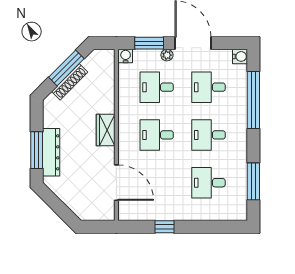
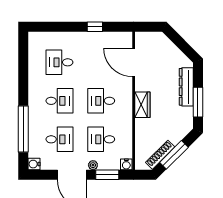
shoe rack: (70, 82) -> (160, 155), moved
desk: (157, 87) -> (101, 139), turned 180
desk: (157, 135) -> (101, 101), turned 180
window: (37, 150) -> (198, 102), moved
window: (253, 181) -> (23, 63), removed
desk: (209, 183) -> (59, 62), turned 180

